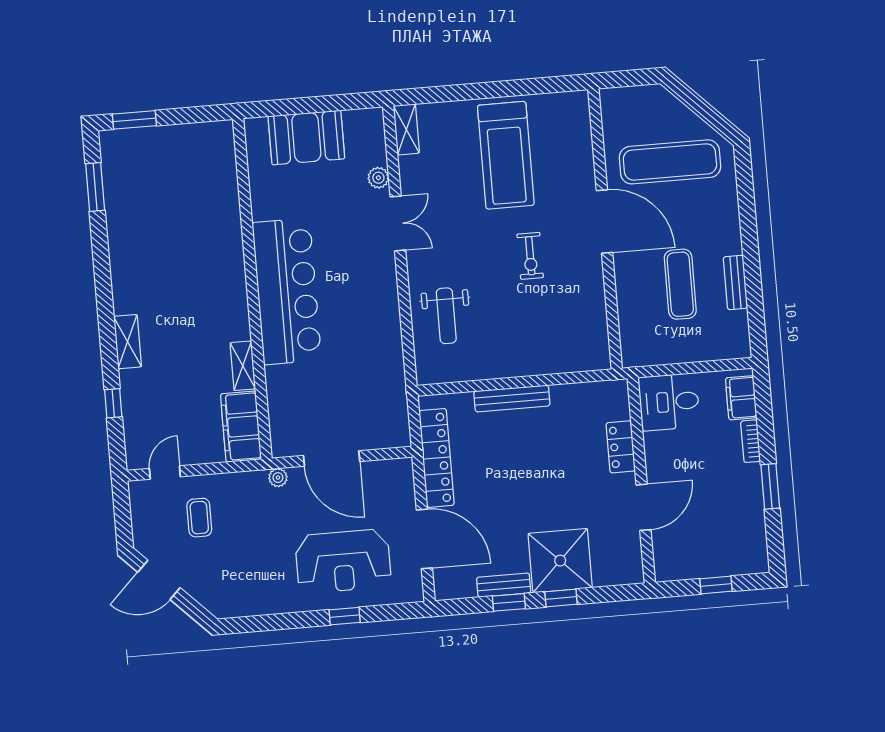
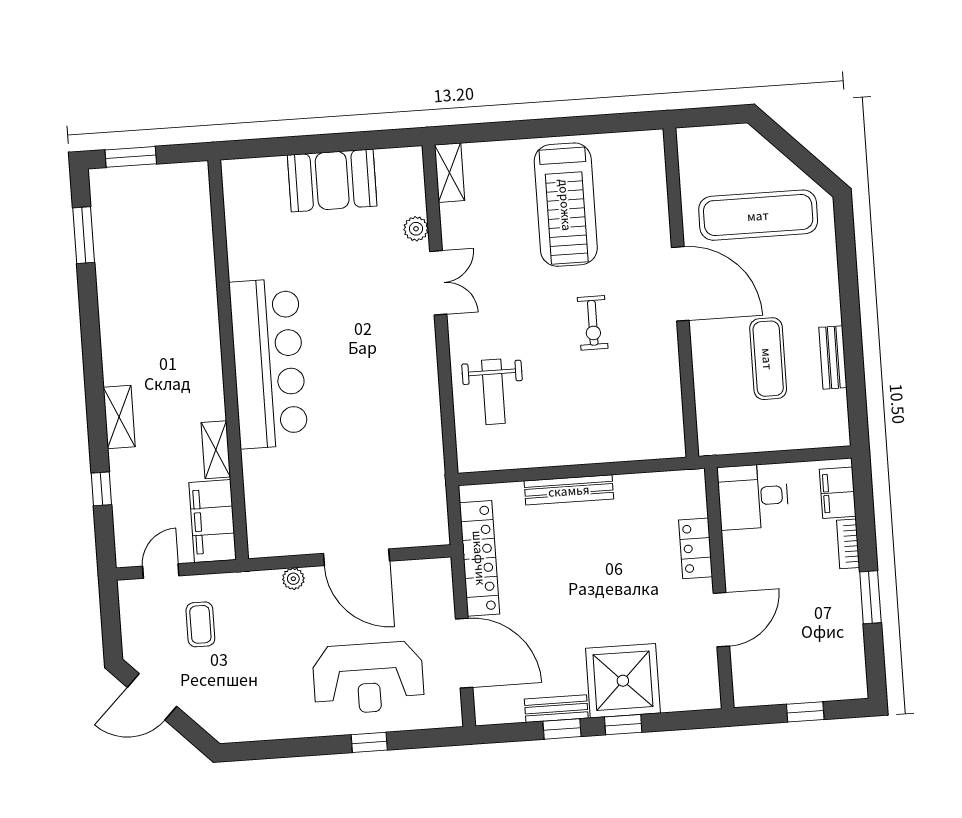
wall: (252, 289) -> (228, 360), moved
bar counter: (287, 291) -> (268, 363), moved
shelving: (243, 366) -> (216, 450), moved
filing cabinet: (241, 427) -> (213, 521), moved

